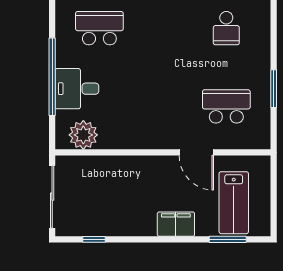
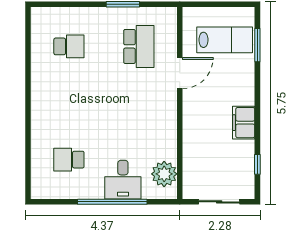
school desk: (99, 28) -> (69, 160), width x0.54
school desk: (226, 106) -> (139, 46), turned 180
sliding door: (52, 197) -> (219, 202), width x0.73
filing cabinet: (176, 224) -> (244, 123), moved

